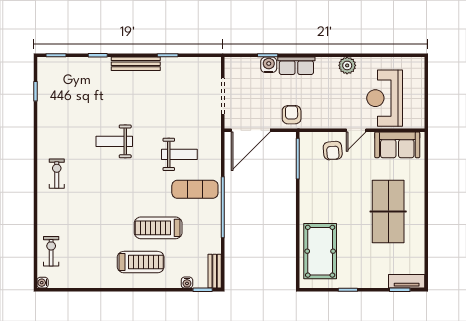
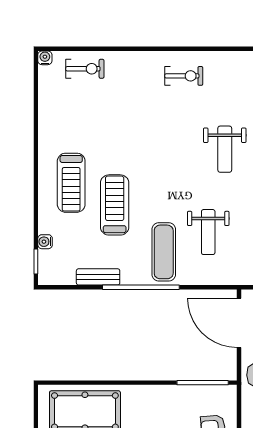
weight bench: (114, 141) -> (225, 149), turned 180
bench: (215, 271) -> (98, 277), moved

